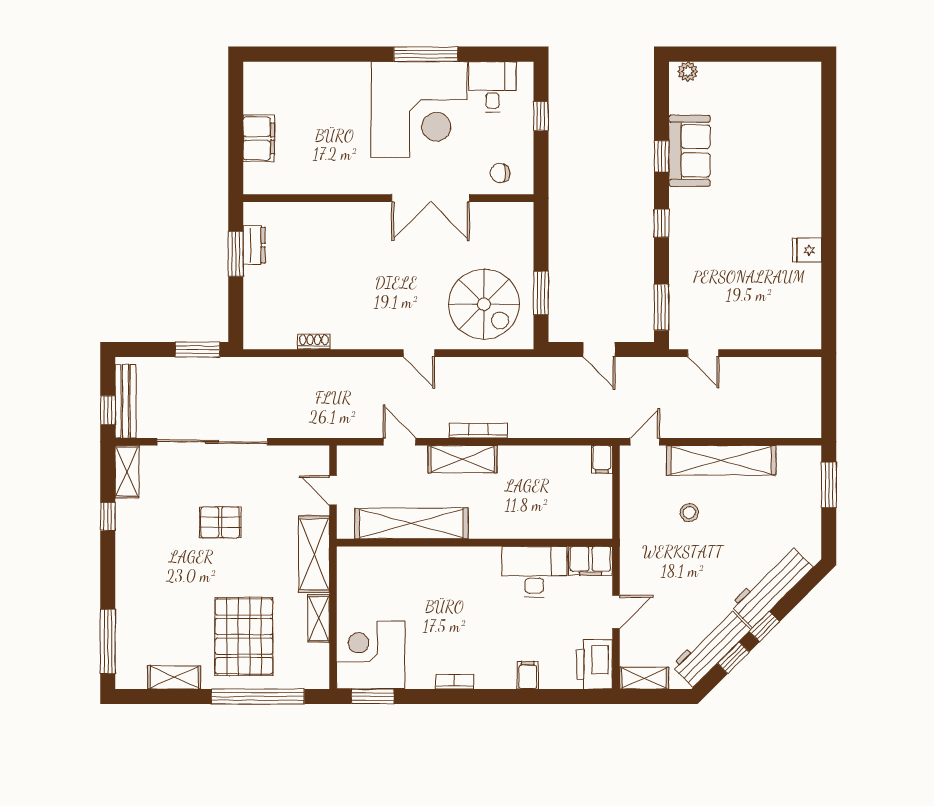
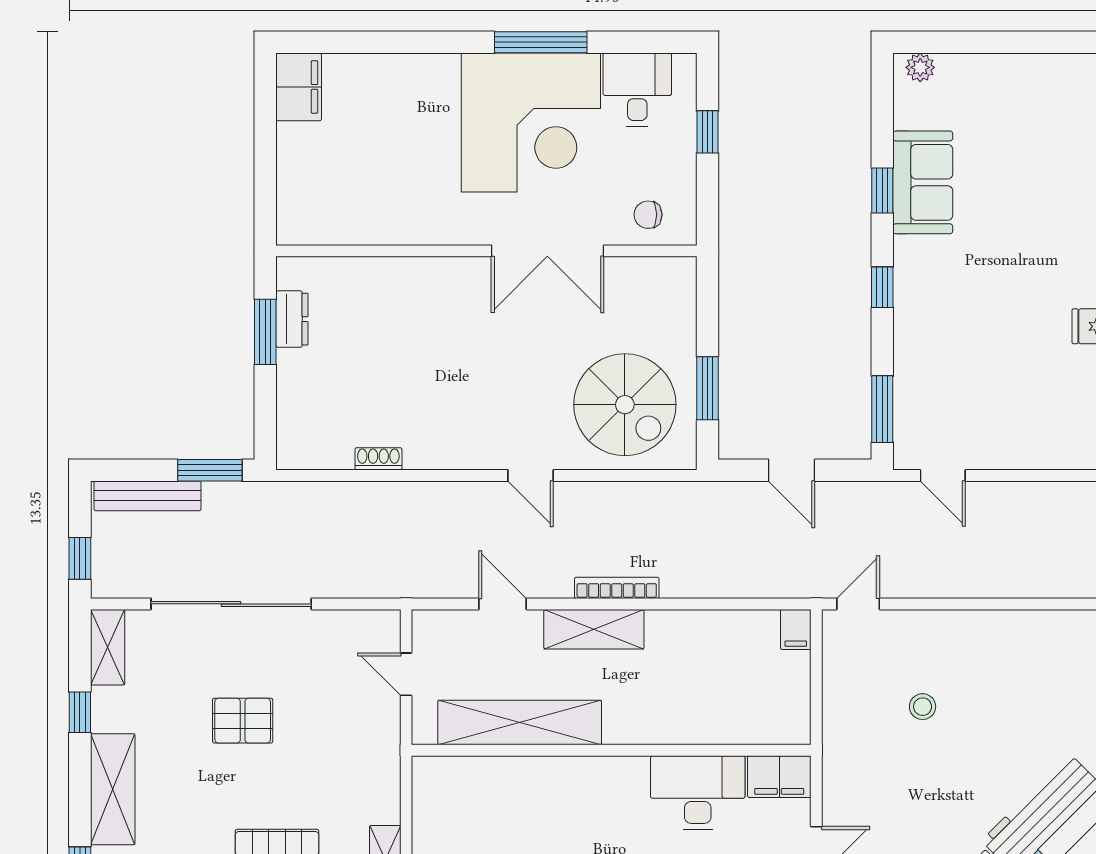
filing cabinet: (259, 138) -> (299, 87), moved
bench: (126, 401) -> (147, 496), moved, turned 90
shelving: (721, 460) -> (969, 631), removed
shelving: (314, 554) -> (113, 789), moved

